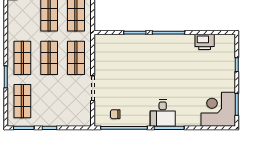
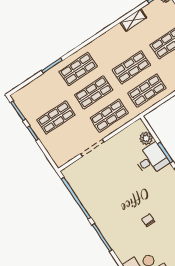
plant: (113, 40) -> (146, 138), added
shop shelf: (22, 101) -> (56, 117), moved
desk: (163, 113) -> (151, 160), moved, turned 180
chair: (115, 114) -> (148, 220), moved

